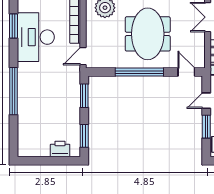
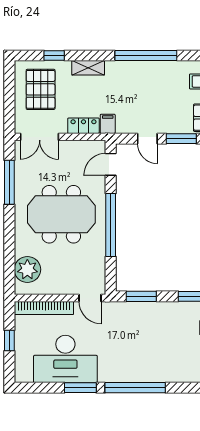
window: (14, 26) -> (80, 388), moved

